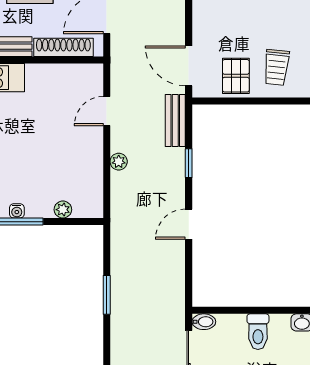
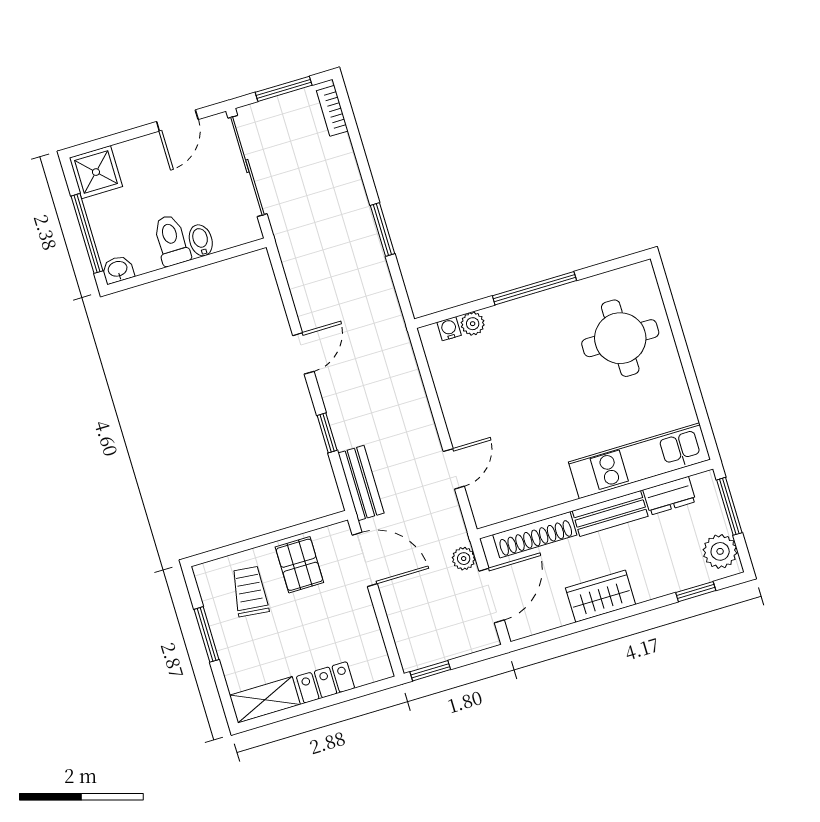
plant: (119, 162) -> (464, 559), moved
water cooler: (17, 211) -> (449, 329), moved
bidet: (204, 322) -> (201, 240), moved, turned 90

